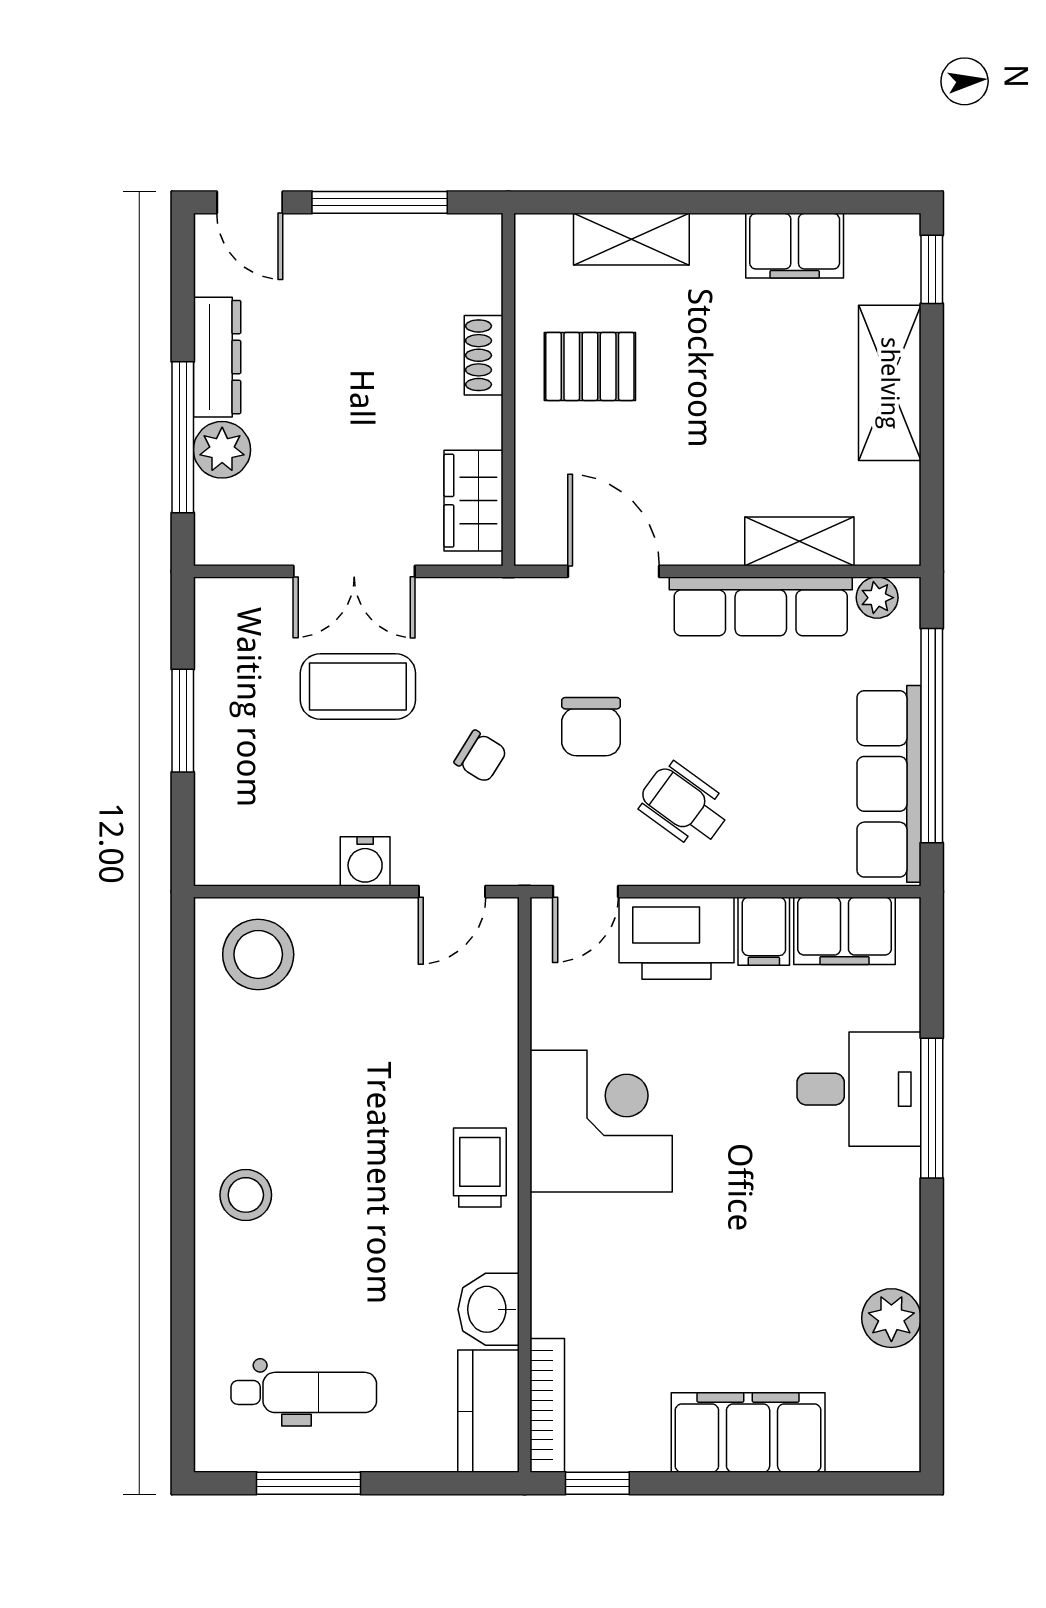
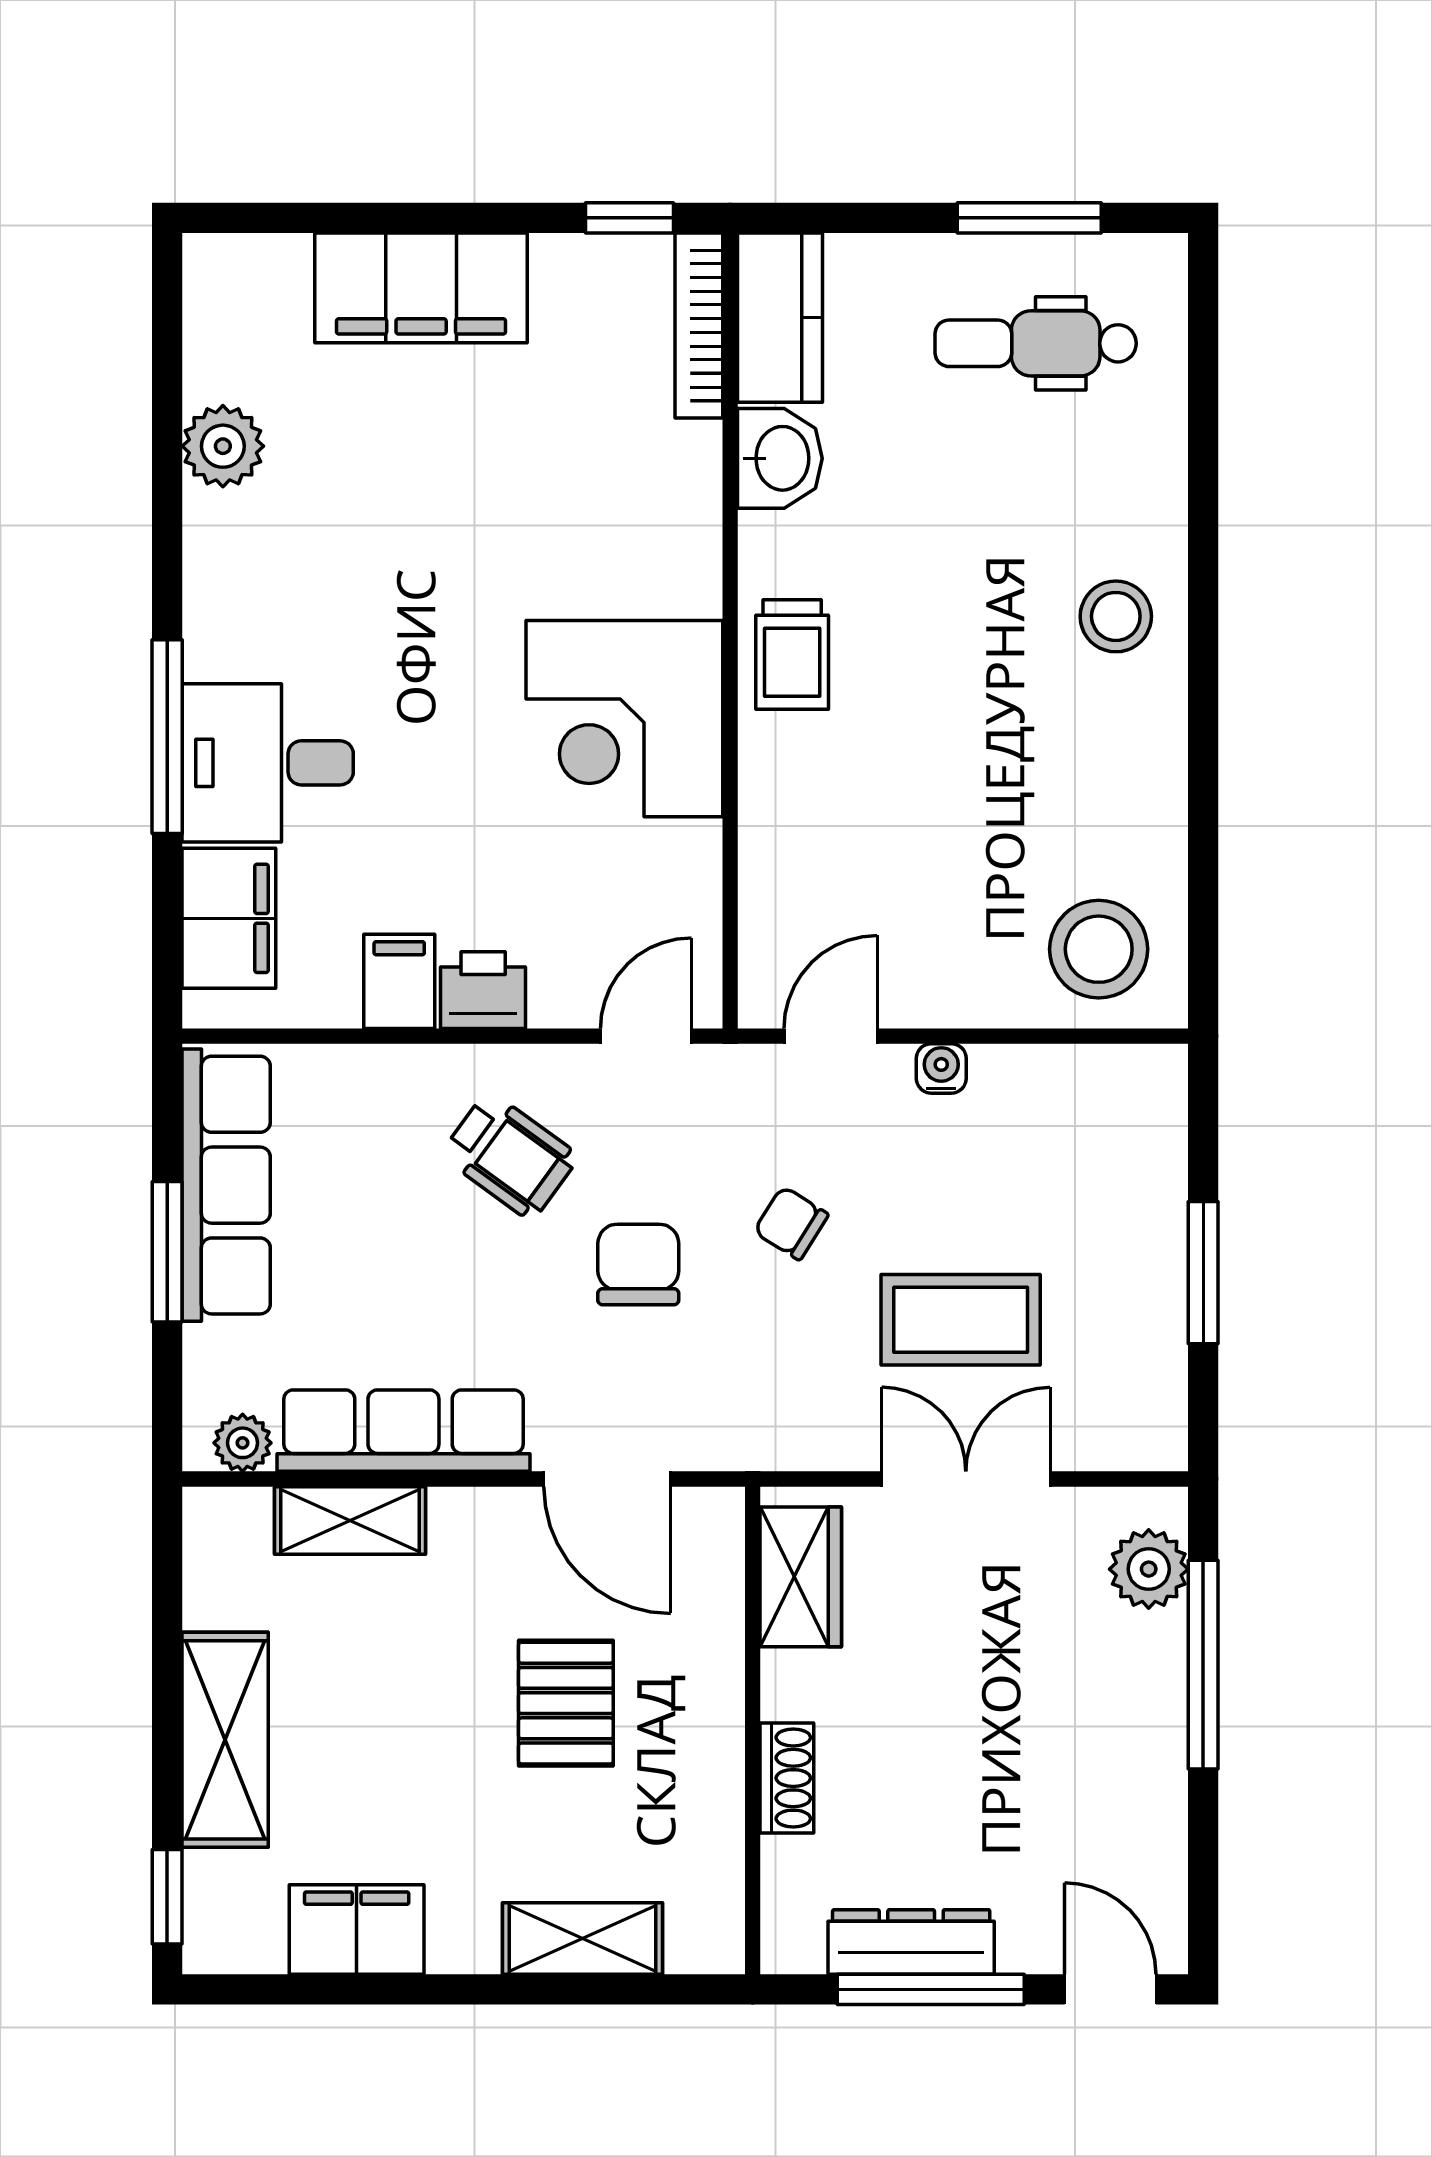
dresser: (217, 357) -> (911, 1942), moved, turned 90
pallet: (590, 366) -> (566, 1703), moved, turned 90
plant: (222, 450) -> (1149, 1569), moved
window: (932, 736) -> (167, 1252), width x0.47
water cooler: (365, 861) -> (941, 1068), width x0.72, depth x0.72
filing cabinet: (844, 931) -> (229, 918), moved, turned 90
printer: (677, 938) -> (483, 990), width x0.53, depth x0.68

